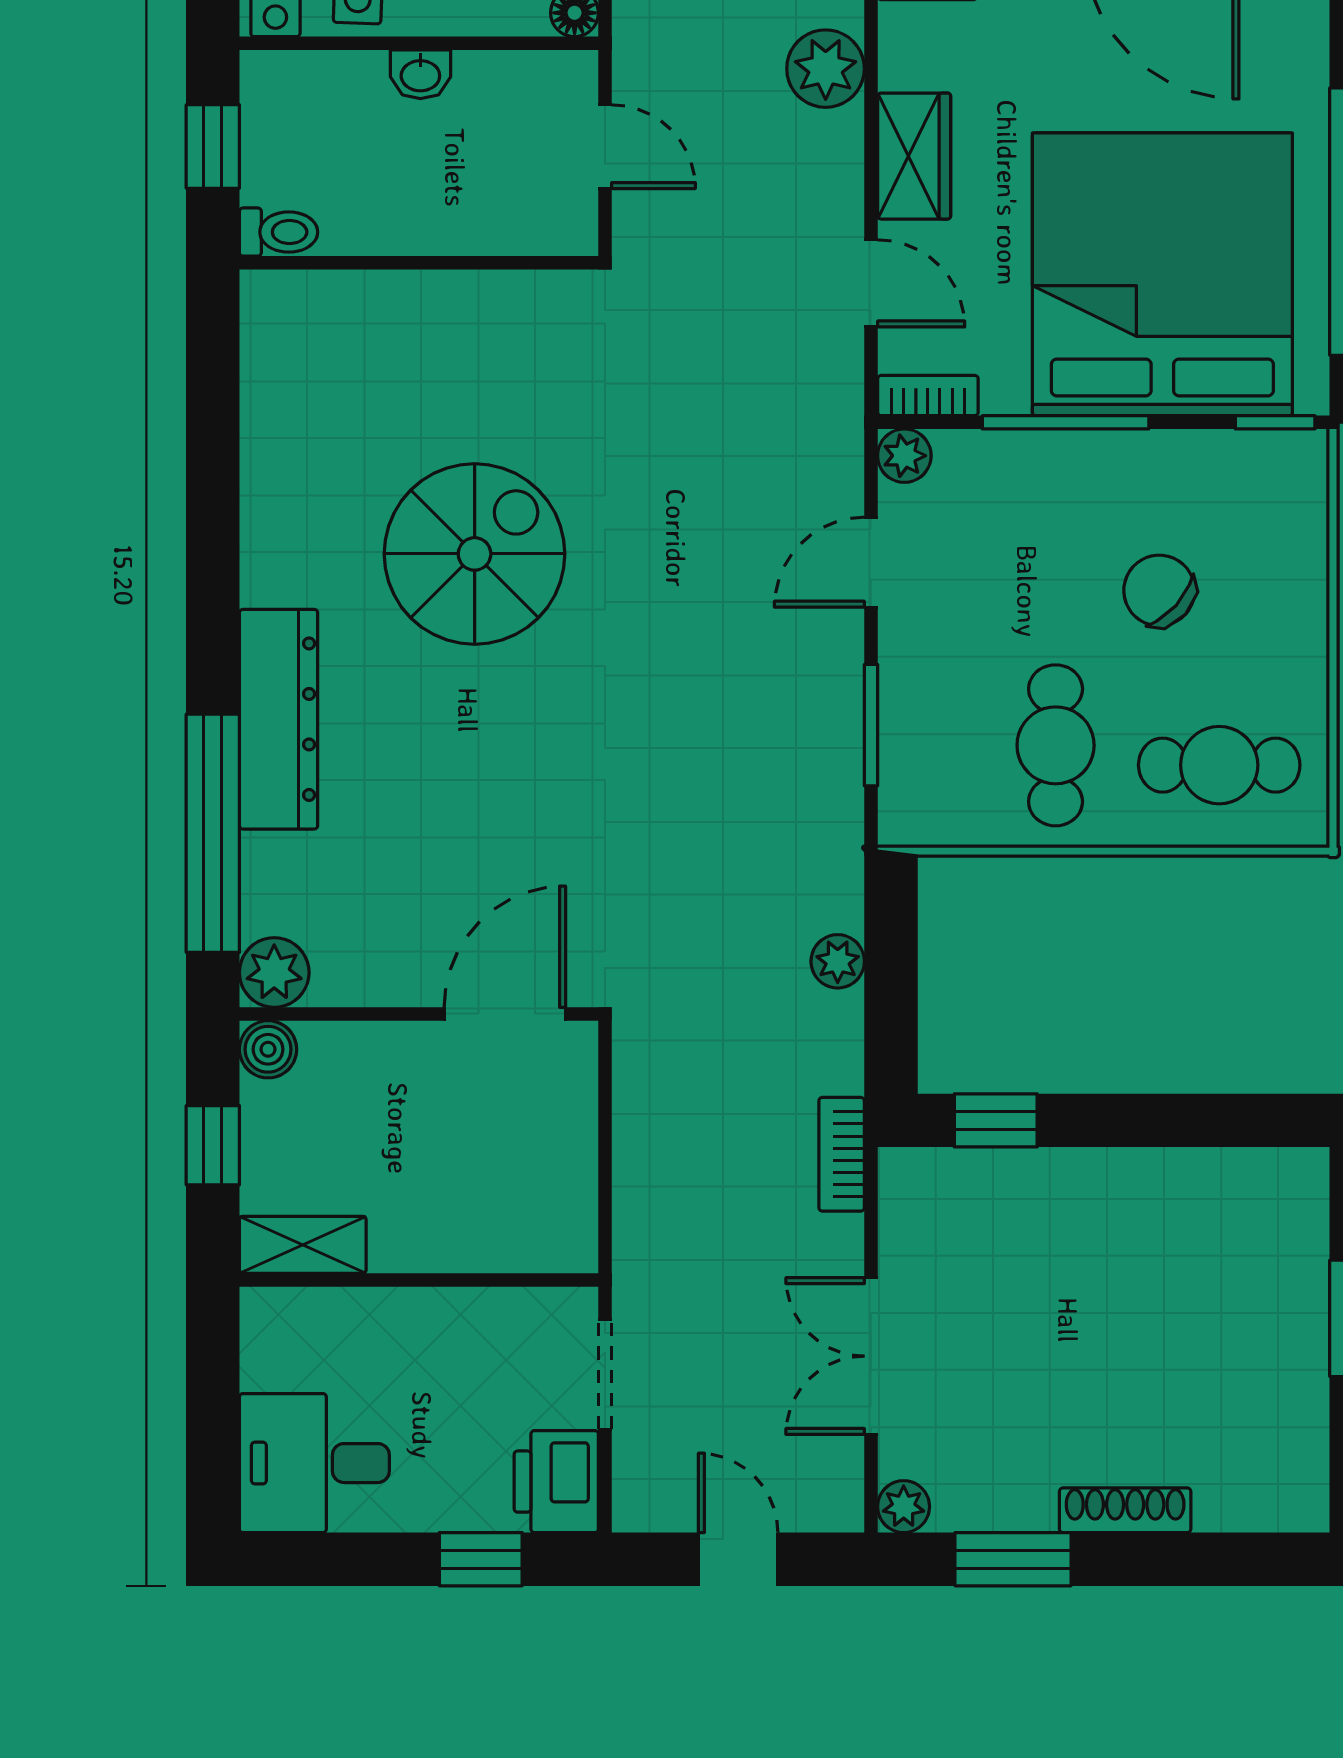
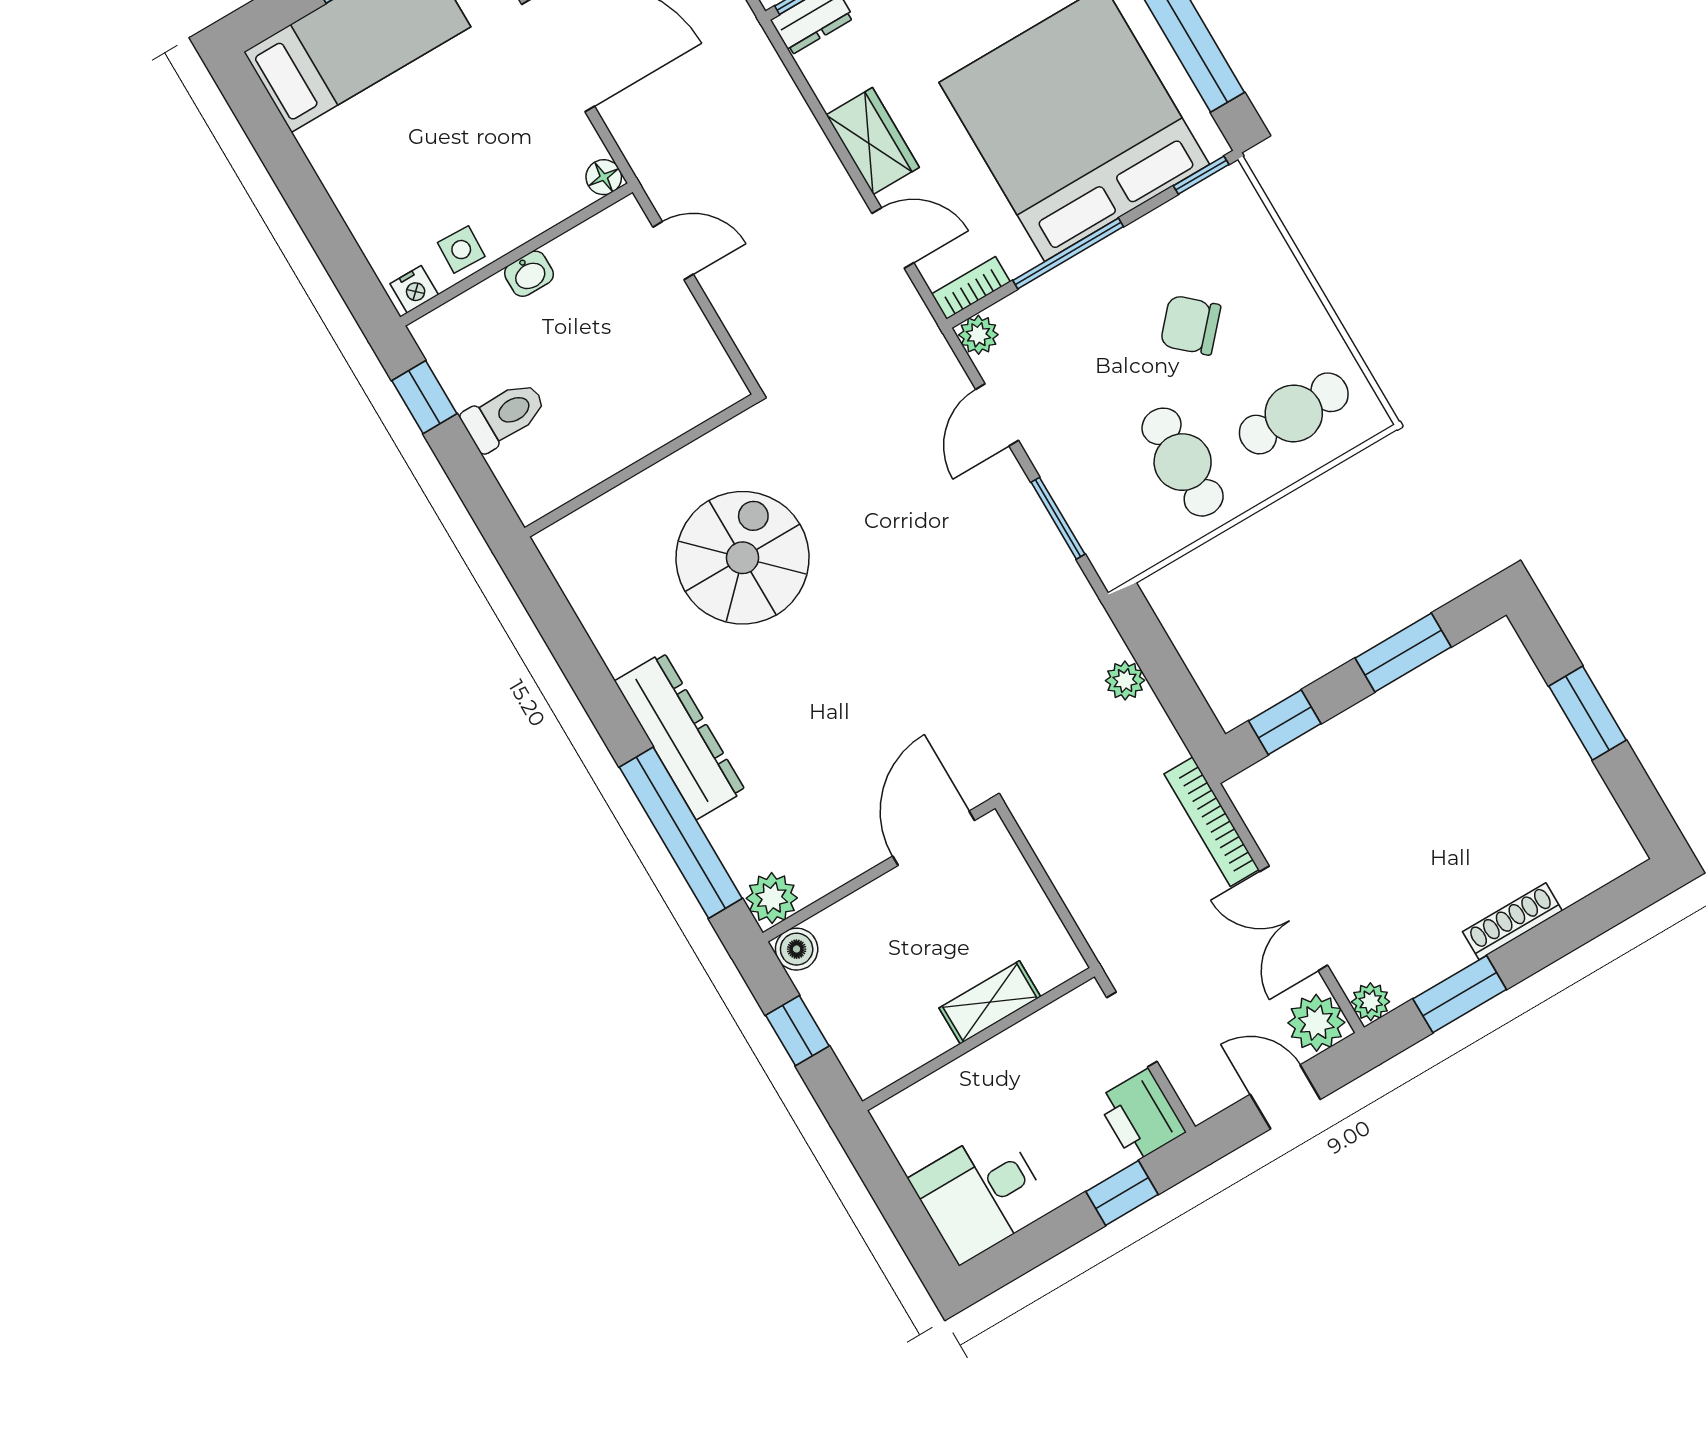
plant: (826, 69) -> (1316, 1023), moved
toilet: (279, 232) -> (504, 415), width x1.37, depth x1.39
wall: (419, 263) -> (641, 466), moved
window: (1182, 1120) -> (1403, 653), added
bookcase: (842, 1154) -> (1212, 822), width x1.56
shelving: (303, 1245) -> (990, 1002), moved

